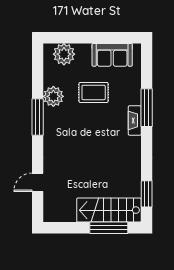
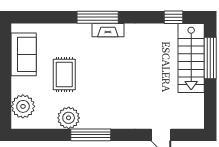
window: (147, 108) -> (98, 17), moved
fireplace: (135, 120) -> (108, 30), moved
window: (147, 194) -> (174, 17), width x0.67

